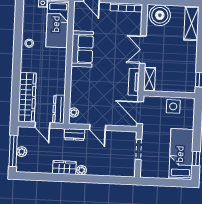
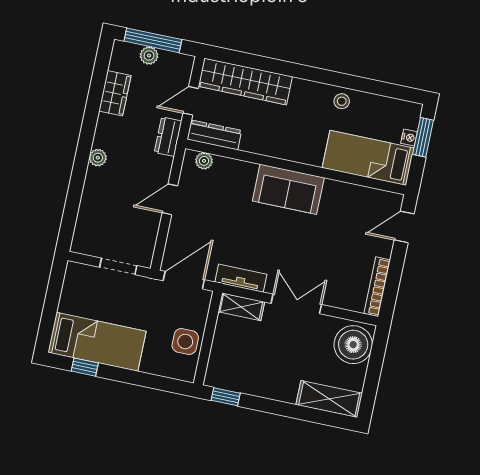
sofa: (82, 49) -> (288, 189), moved
dresser: (74, 135) -> (168, 137), moved
wardrobe: (64, 168) -> (115, 93), moved

